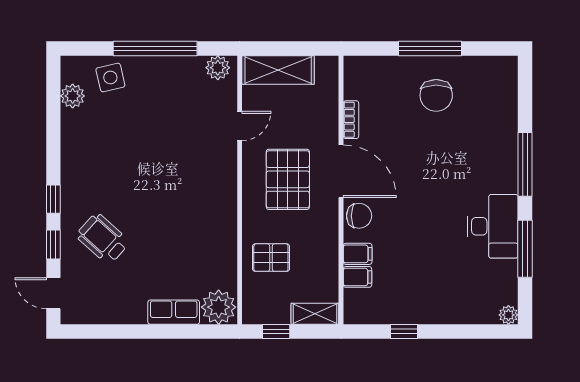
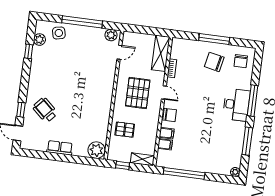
shelving: (278, 70) -> (161, 53), moved, turned 90
chair: (490, 87) -> (241, 61), added
chair: (436, 95) -> (214, 62), turned 102
door: (240, 126) -> (119, 52), moved
door: (341, 171) -> (164, 92), width x0.53
window: (53, 199) -> (29, 51), moved
desk: (493, 226) -> (236, 105), moved
row of seats: (174, 312) -> (60, 148), moved
window: (404, 332) -> (184, 173), width x3.17

